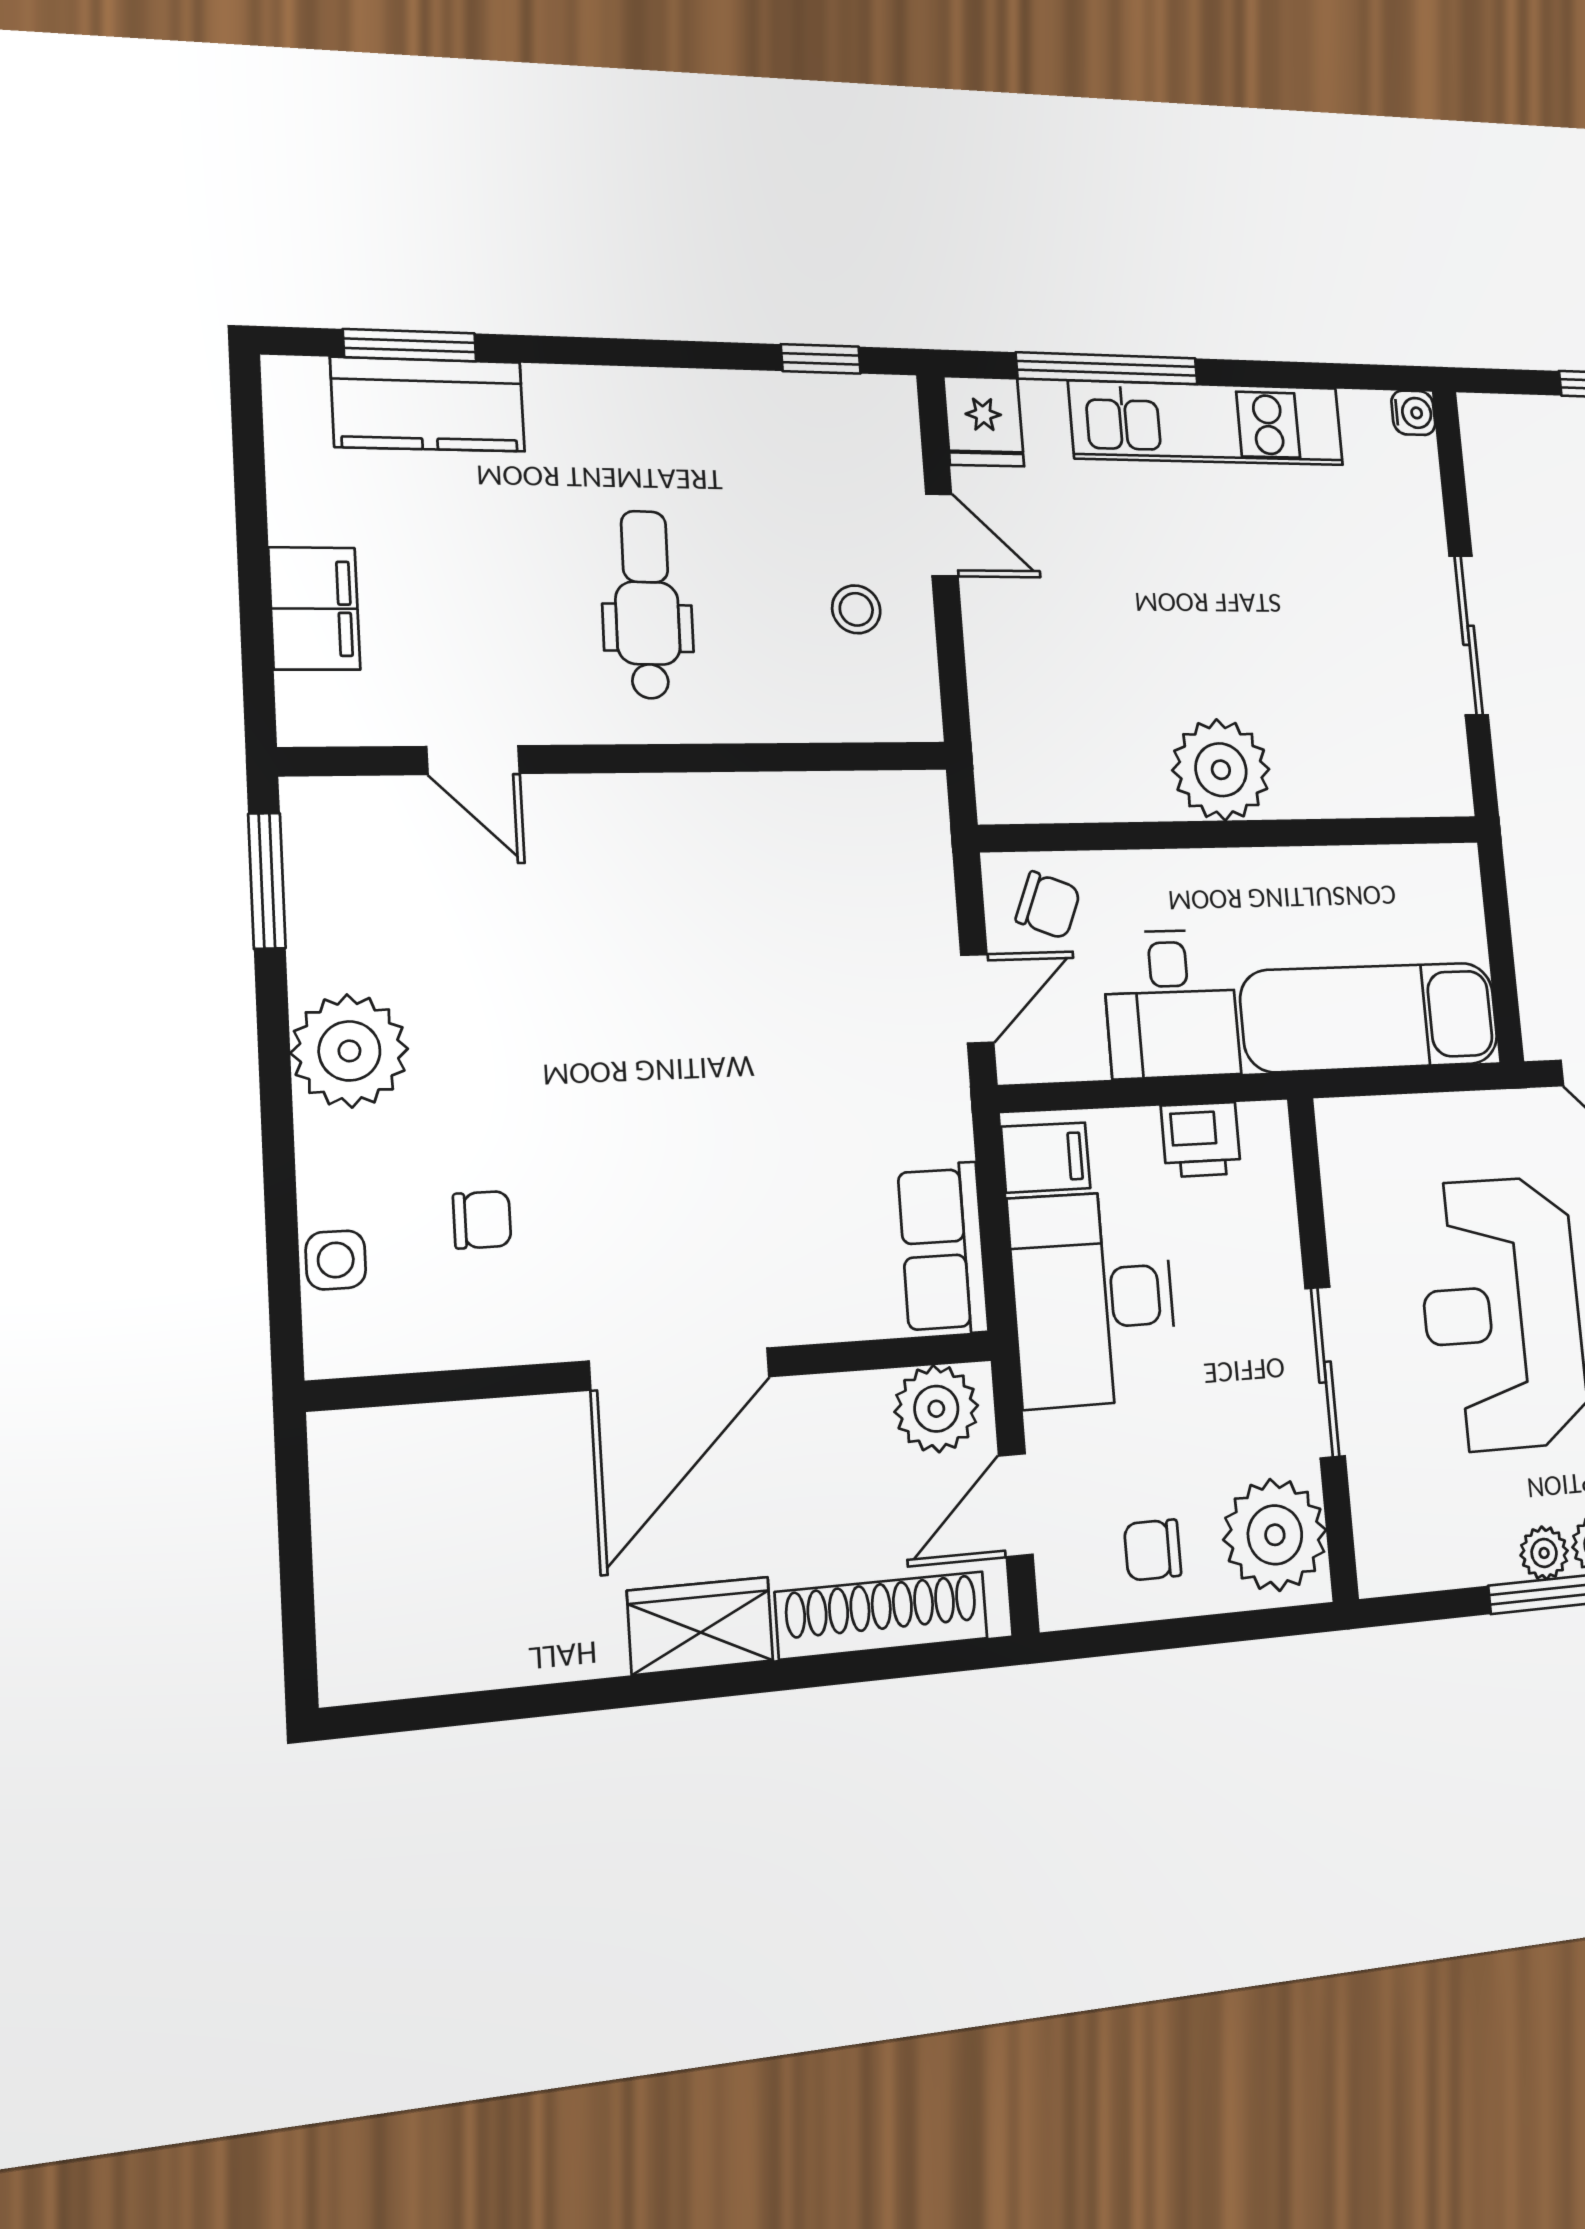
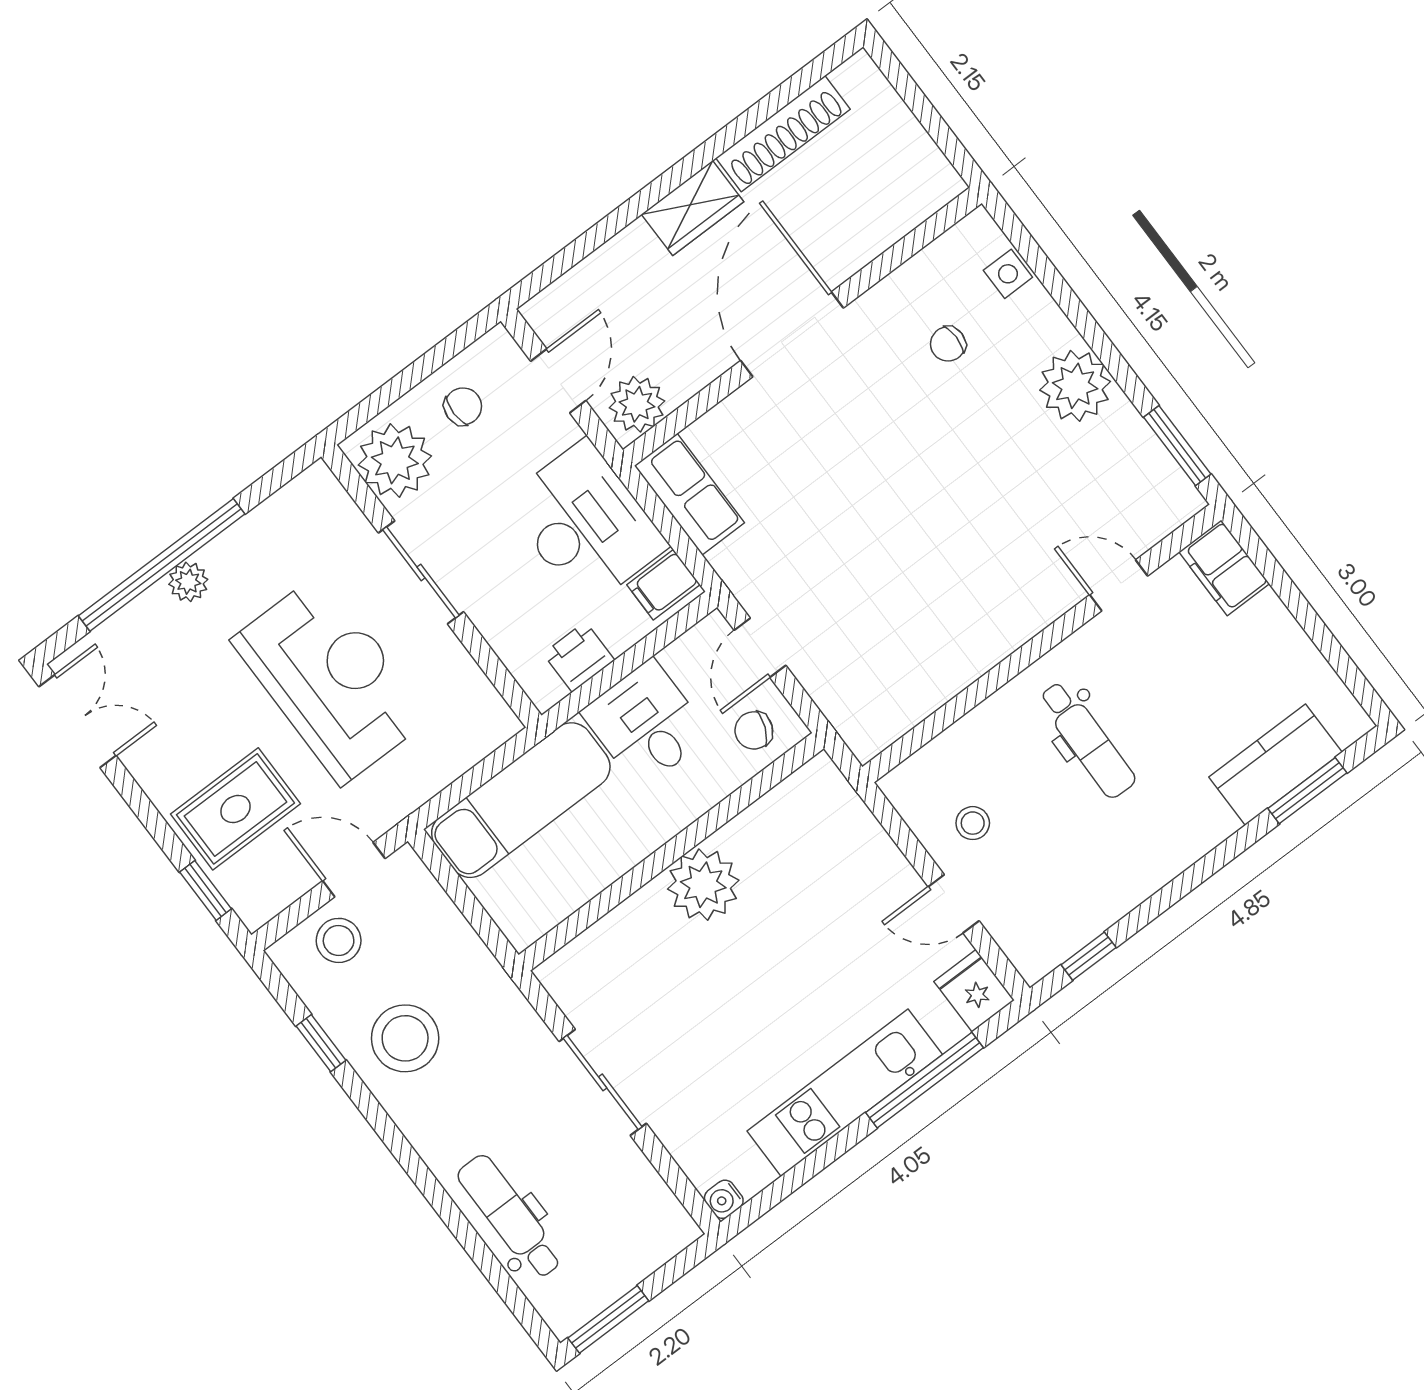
filing cabinet: (314, 609) -> (1224, 568), moved
plant: (1544, 1553) -> (220, 555), removed
shoe rack: (882, 1615) -> (783, 134), moved

